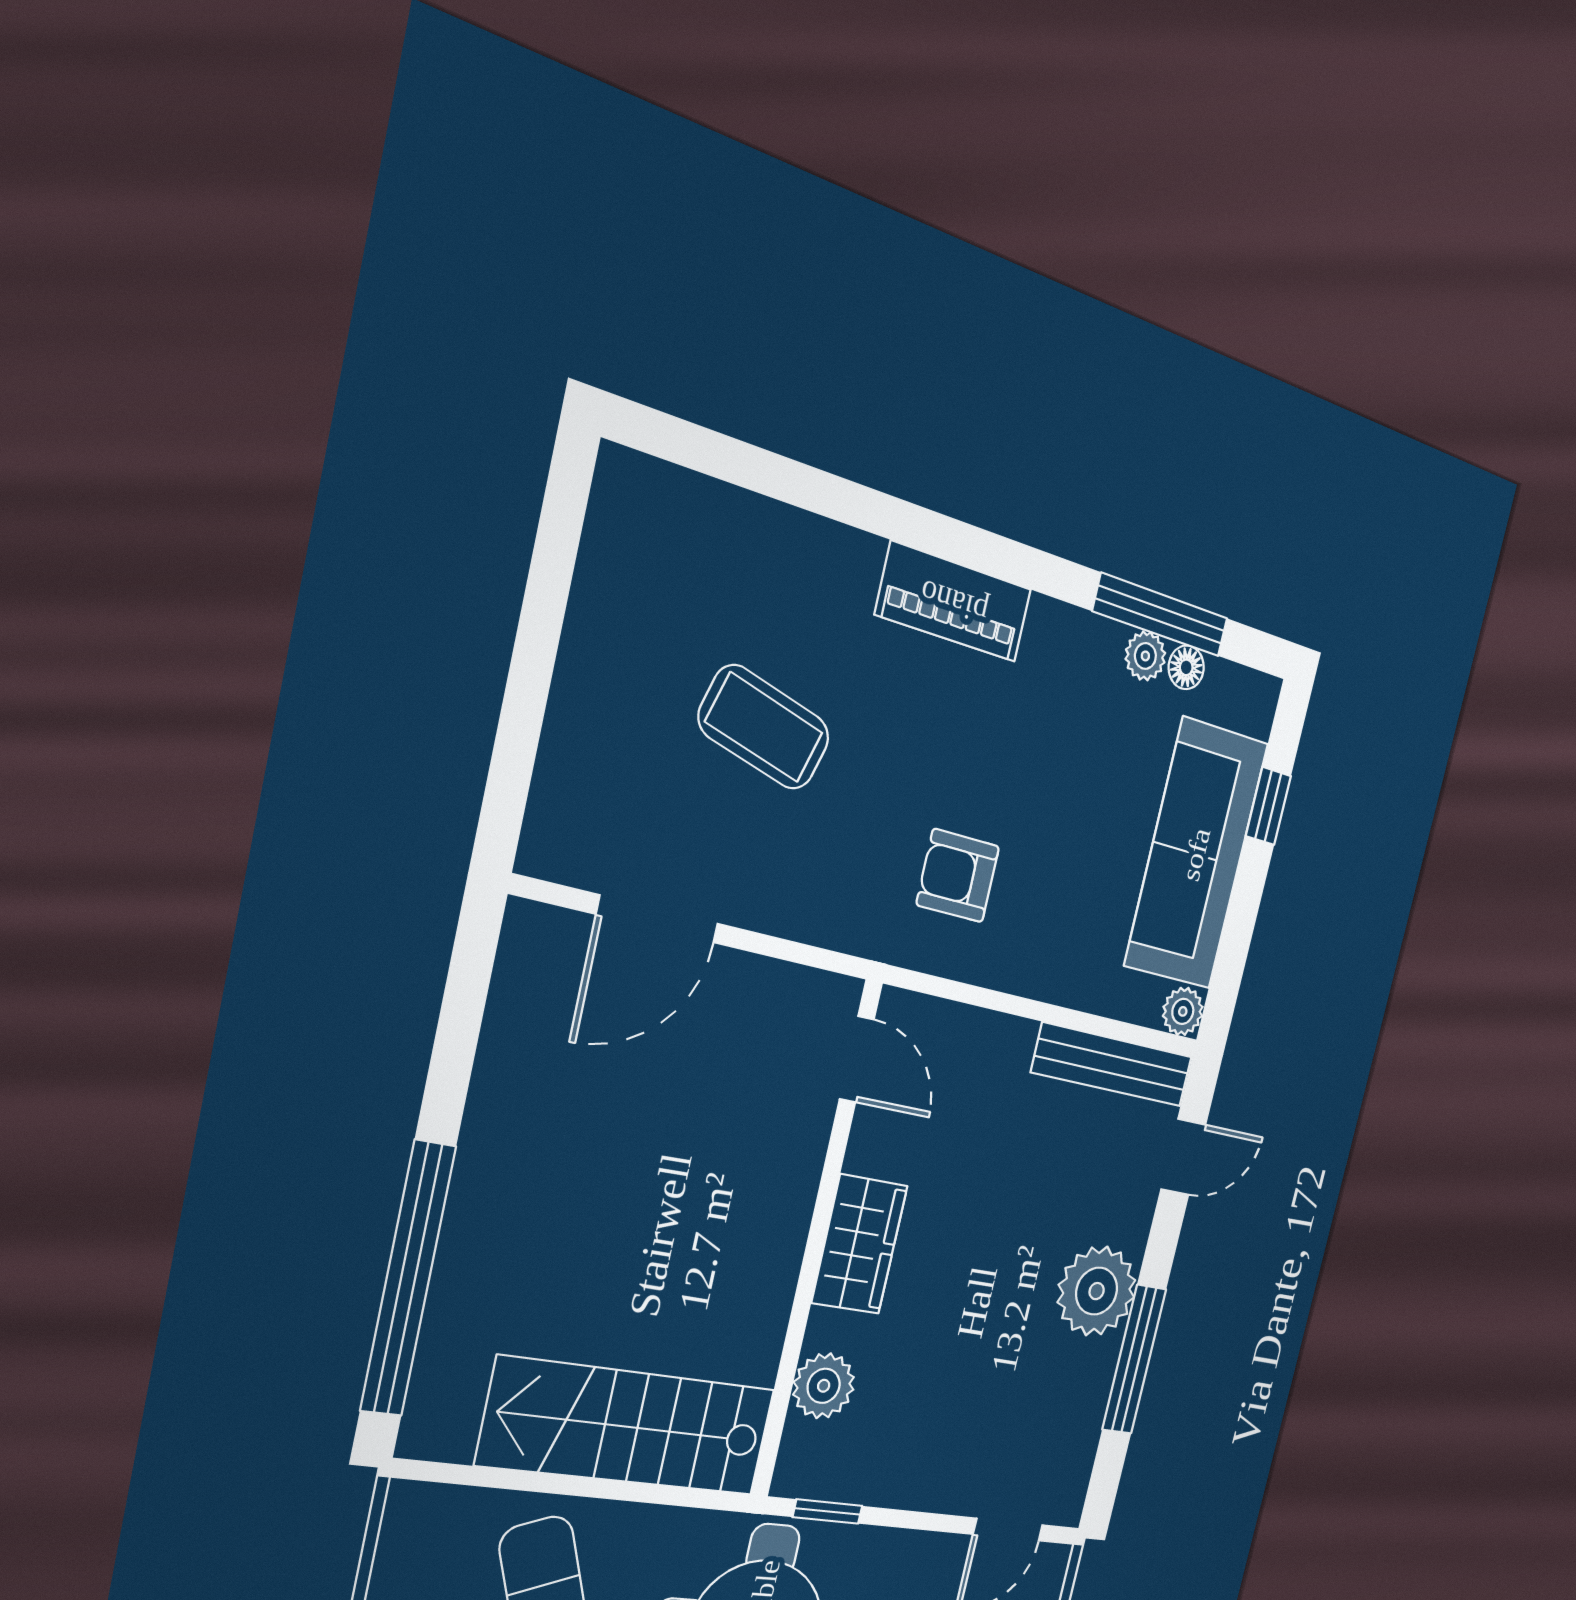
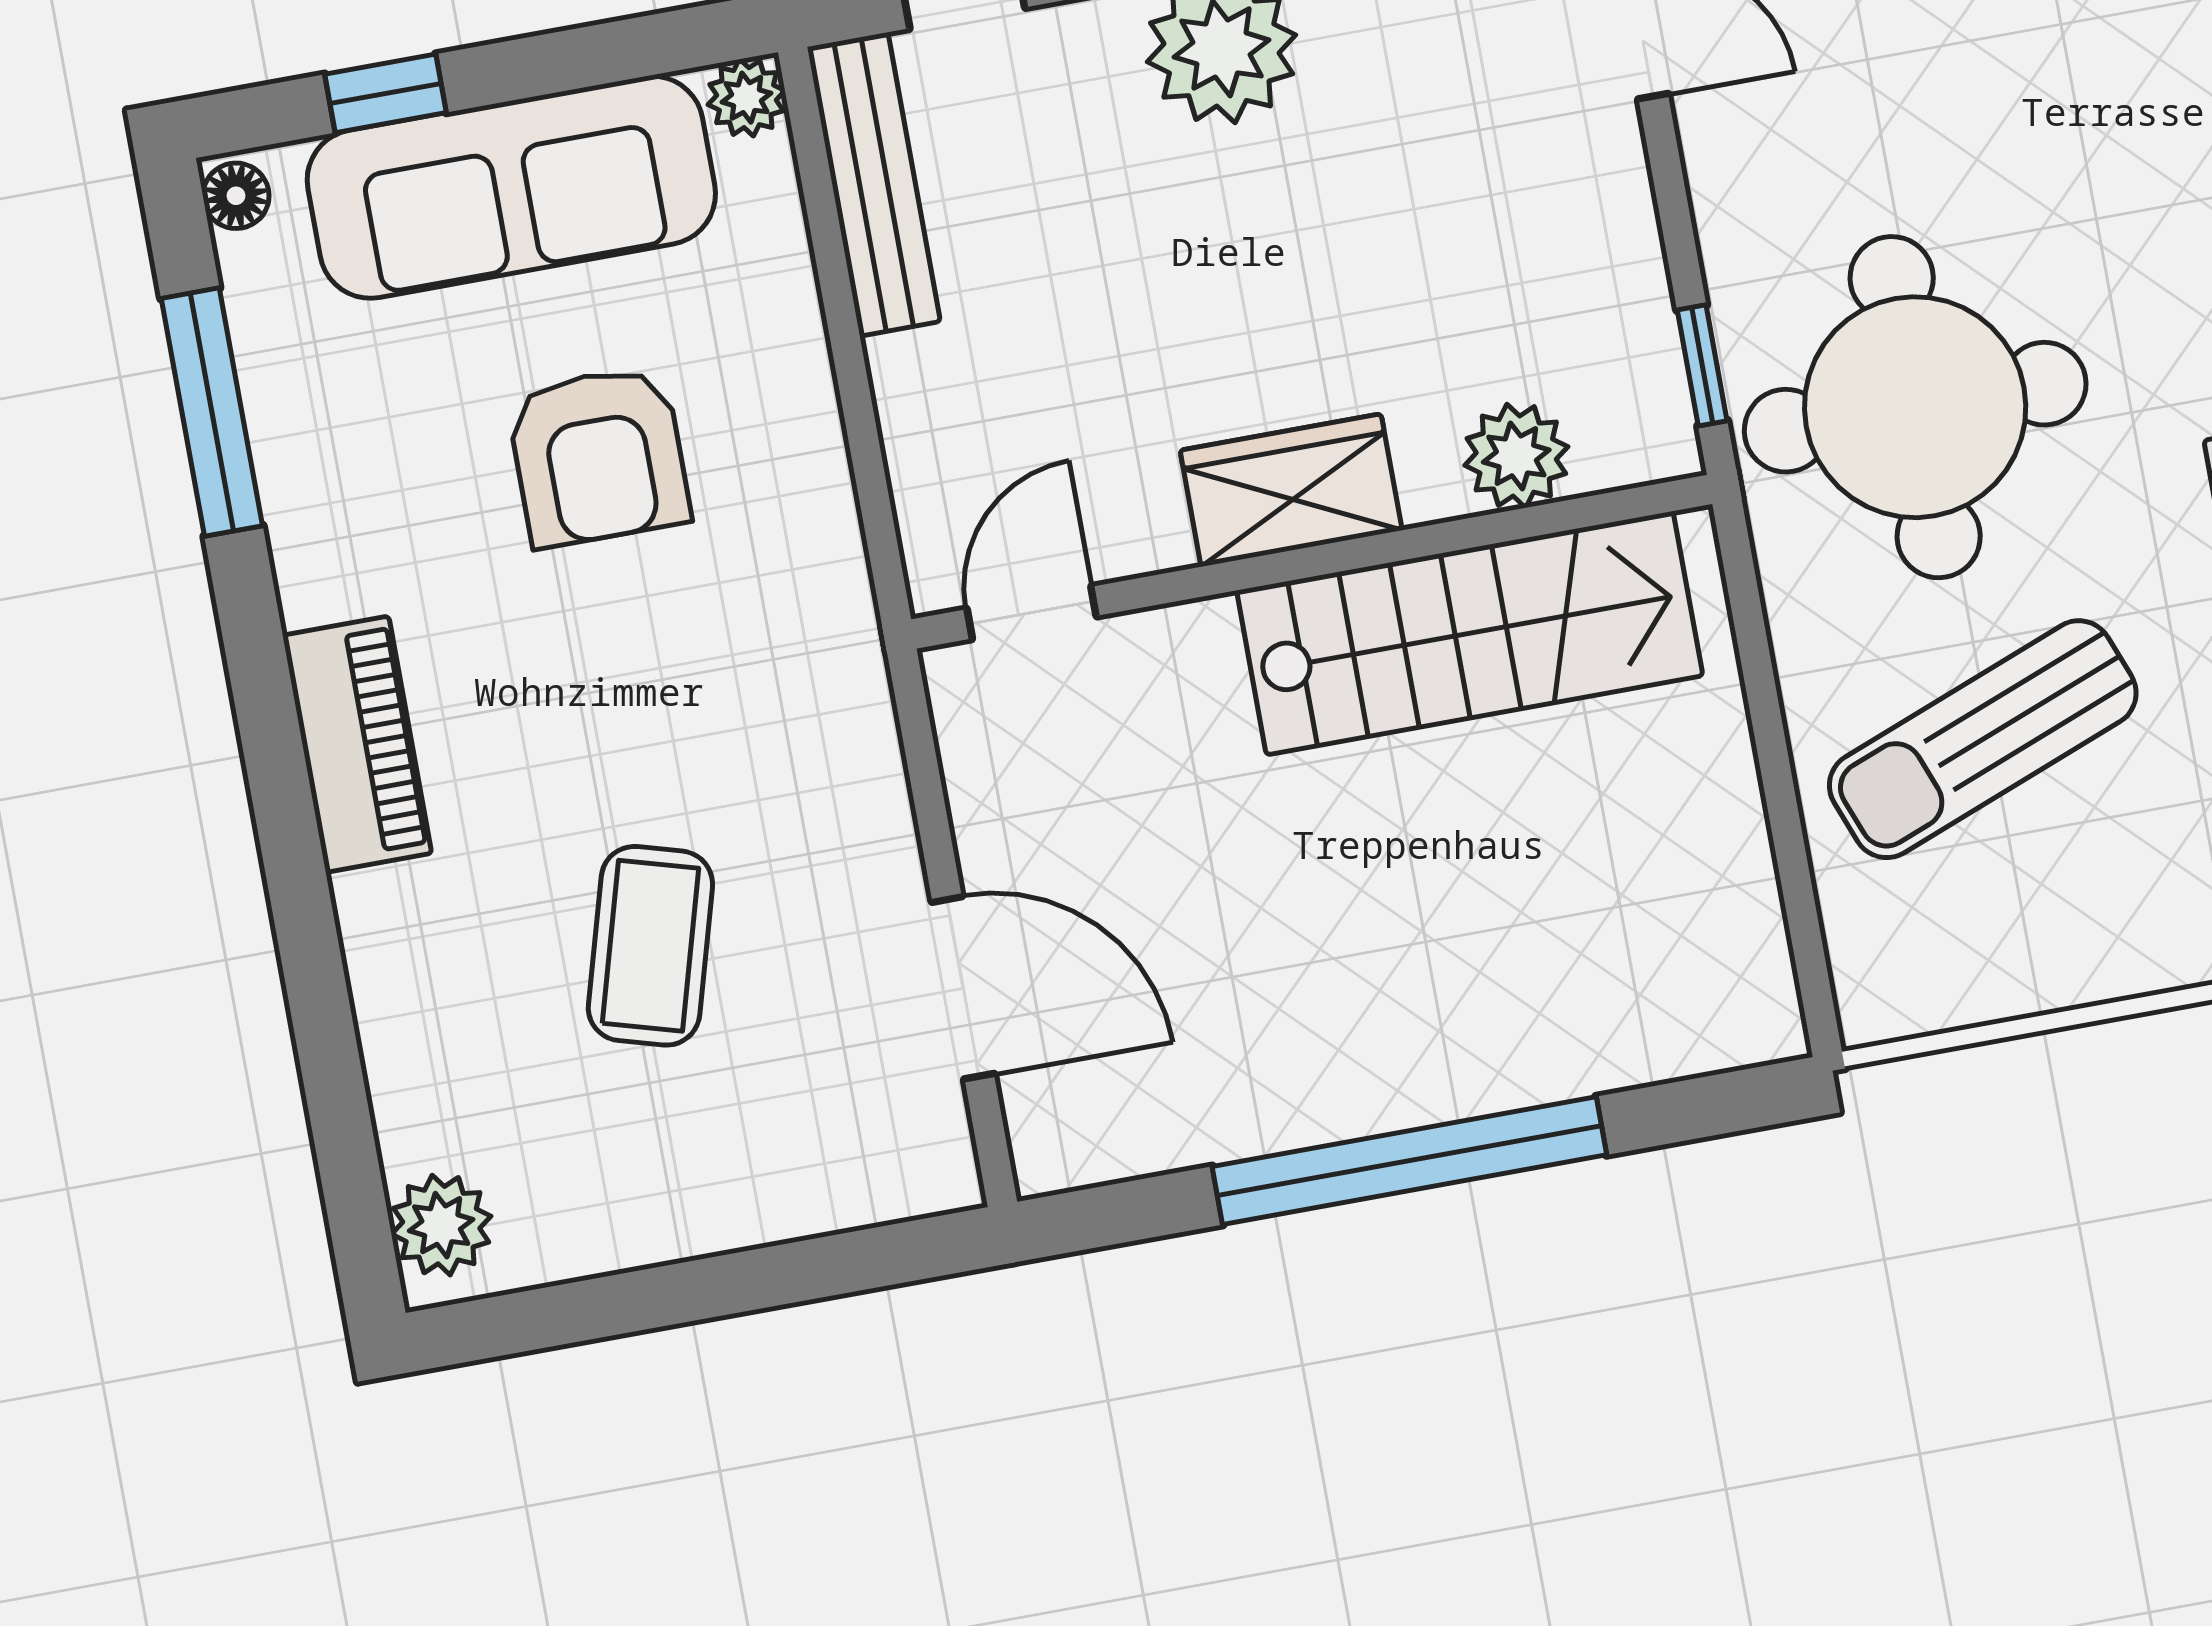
plant: (1145, 656) -> (441, 1225), moved, width x1.38, depth x1.38
floor lamp: (1186, 667) -> (236, 196), moved
armchair: (958, 876) -> (598, 456), moved, width x1.38, depth x1.38
window: (408, 1279) -> (1409, 1161), moved
stairs: (628, 1427) -> (1470, 633), moved, turned -90

